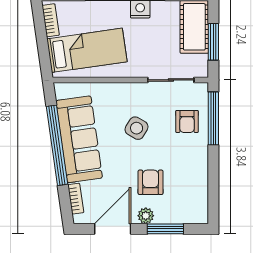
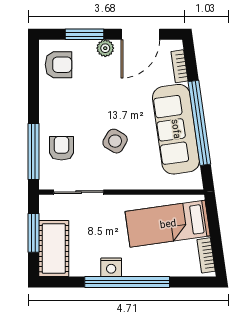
armchair: (151, 182) -> (59, 65), moved, turned -90

